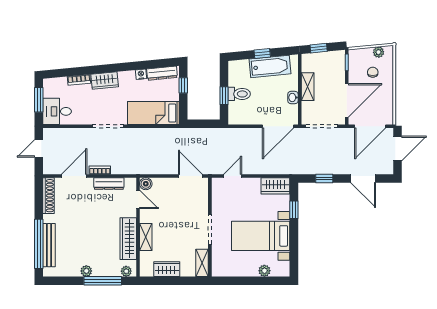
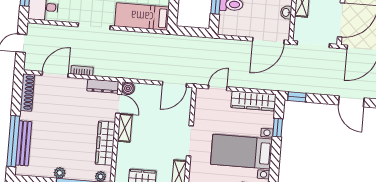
door: (190, 176) -> (174, 84), swing flipped
window: (324, 178) -> (297, 97), moved
dresser: (109, 184) -> (103, 86), moved
wardrobe: (275, 186) -> (254, 101), width x1.50
shelving: (146, 237) -> (125, 128), moved

